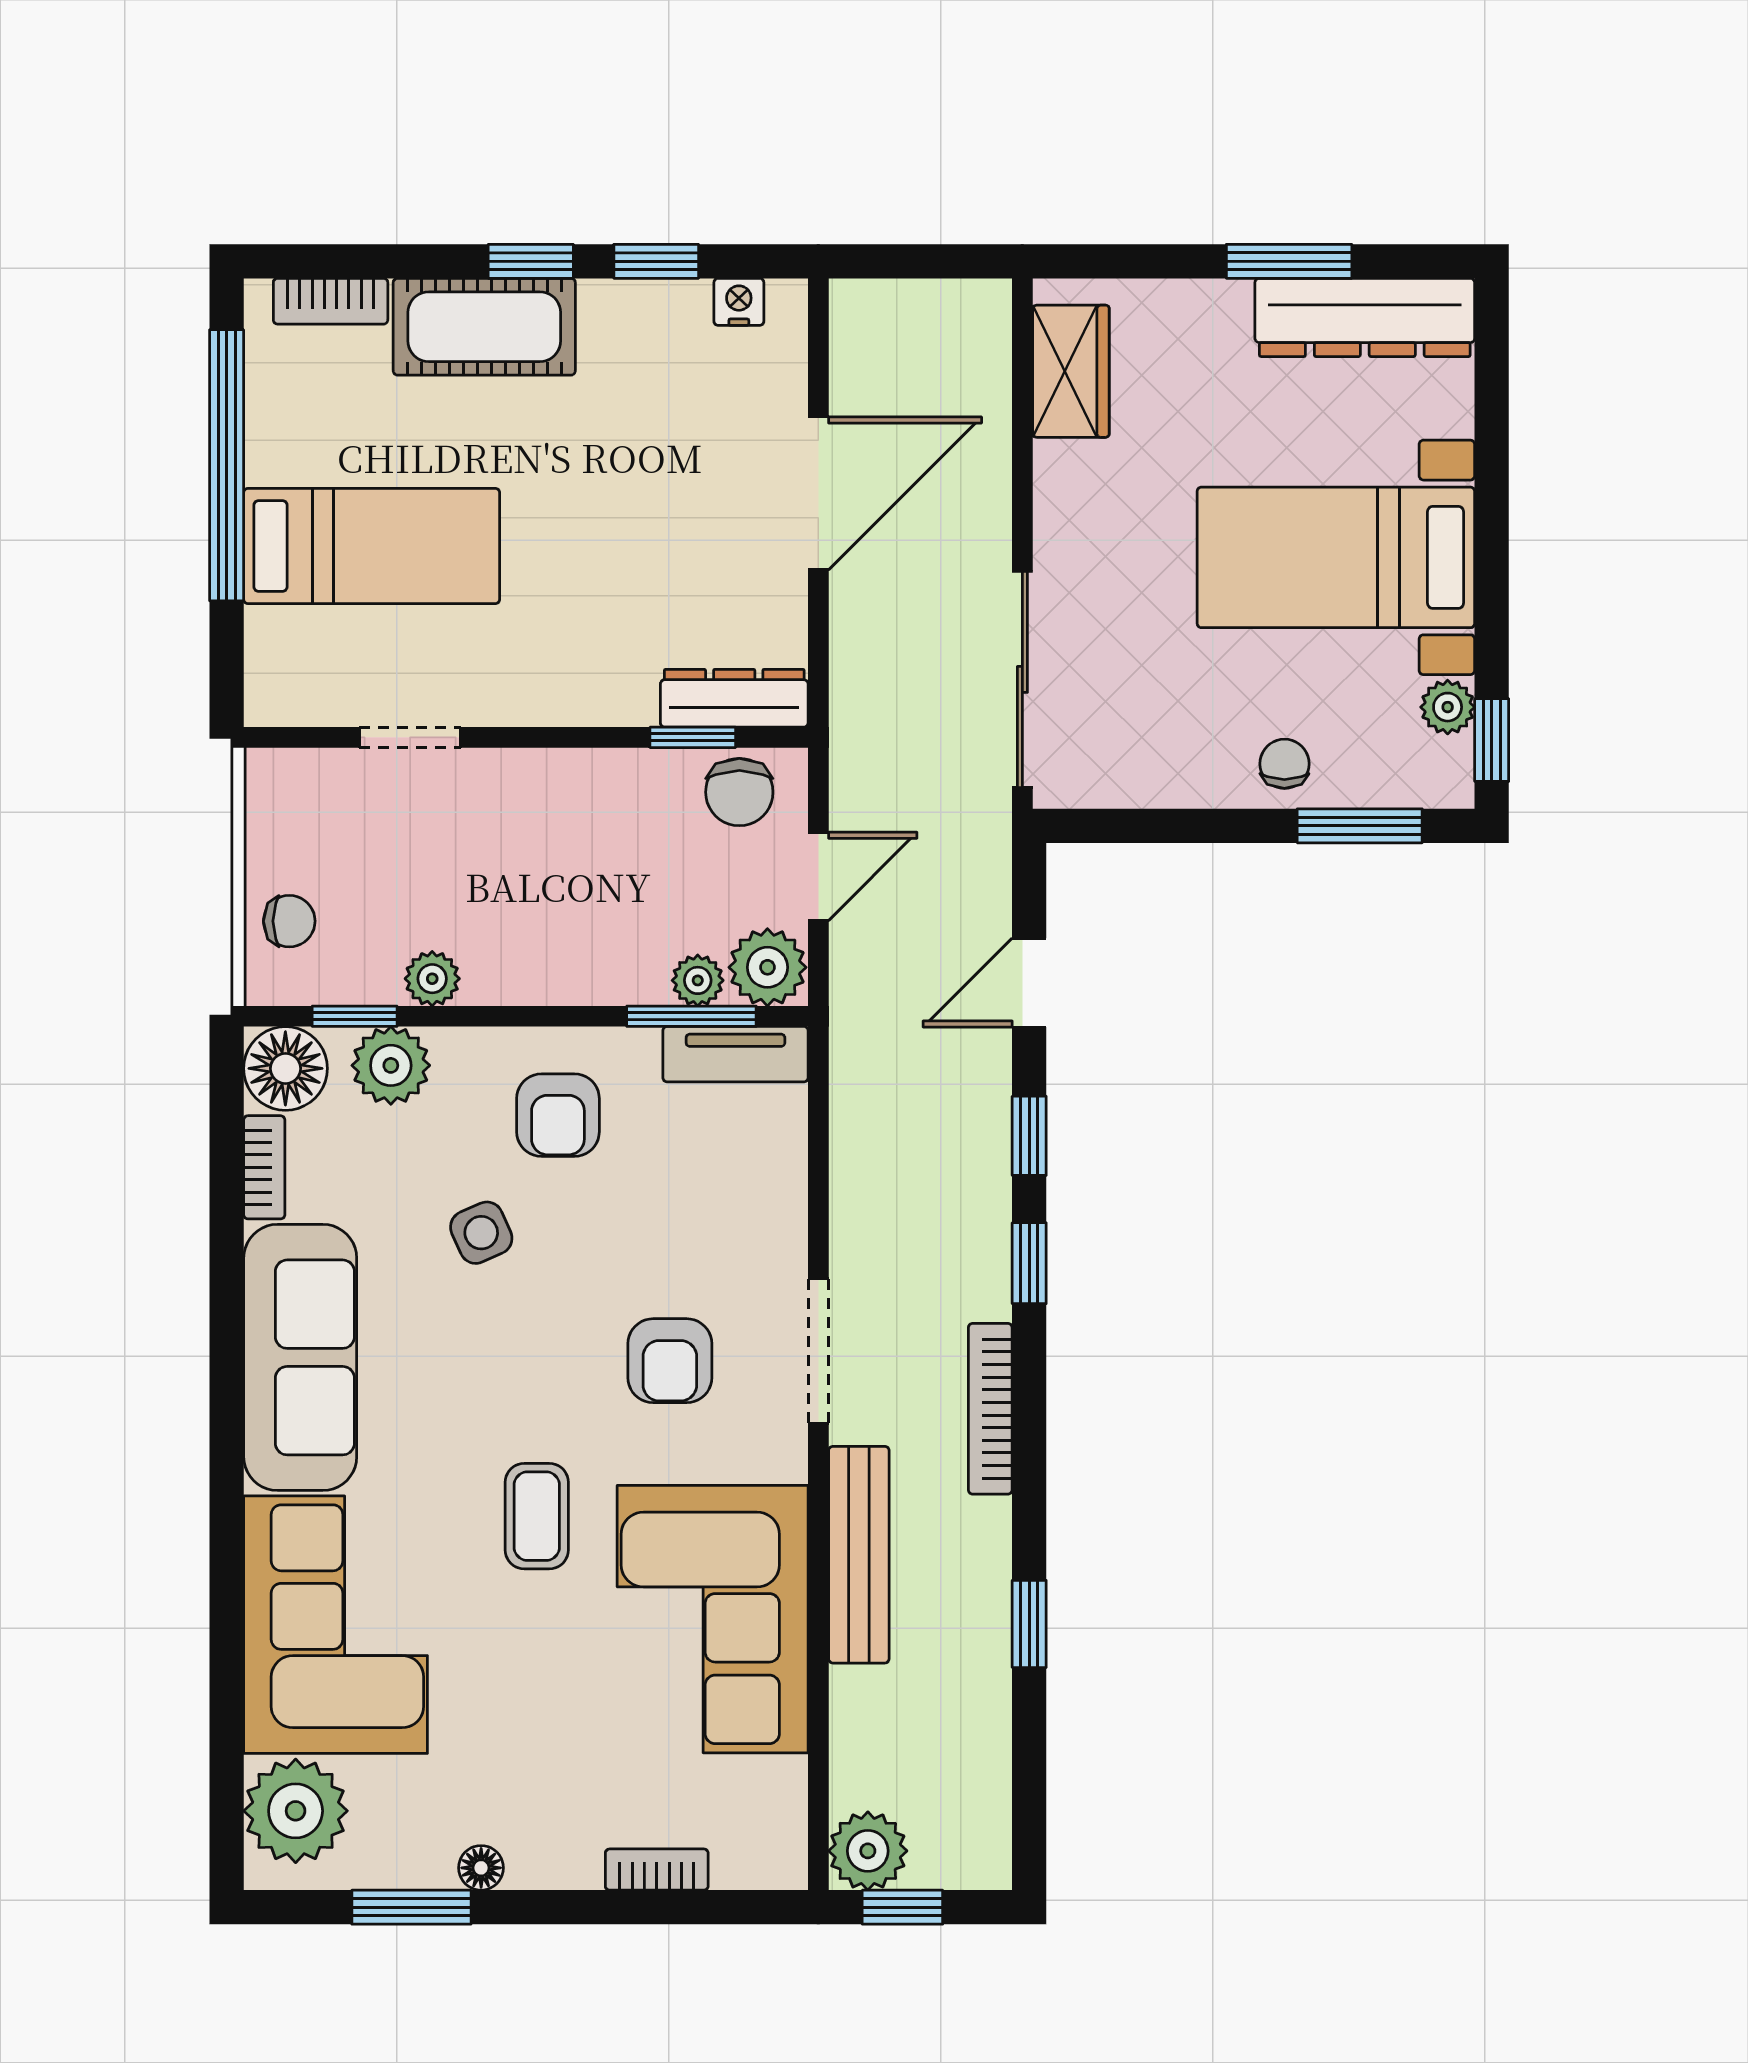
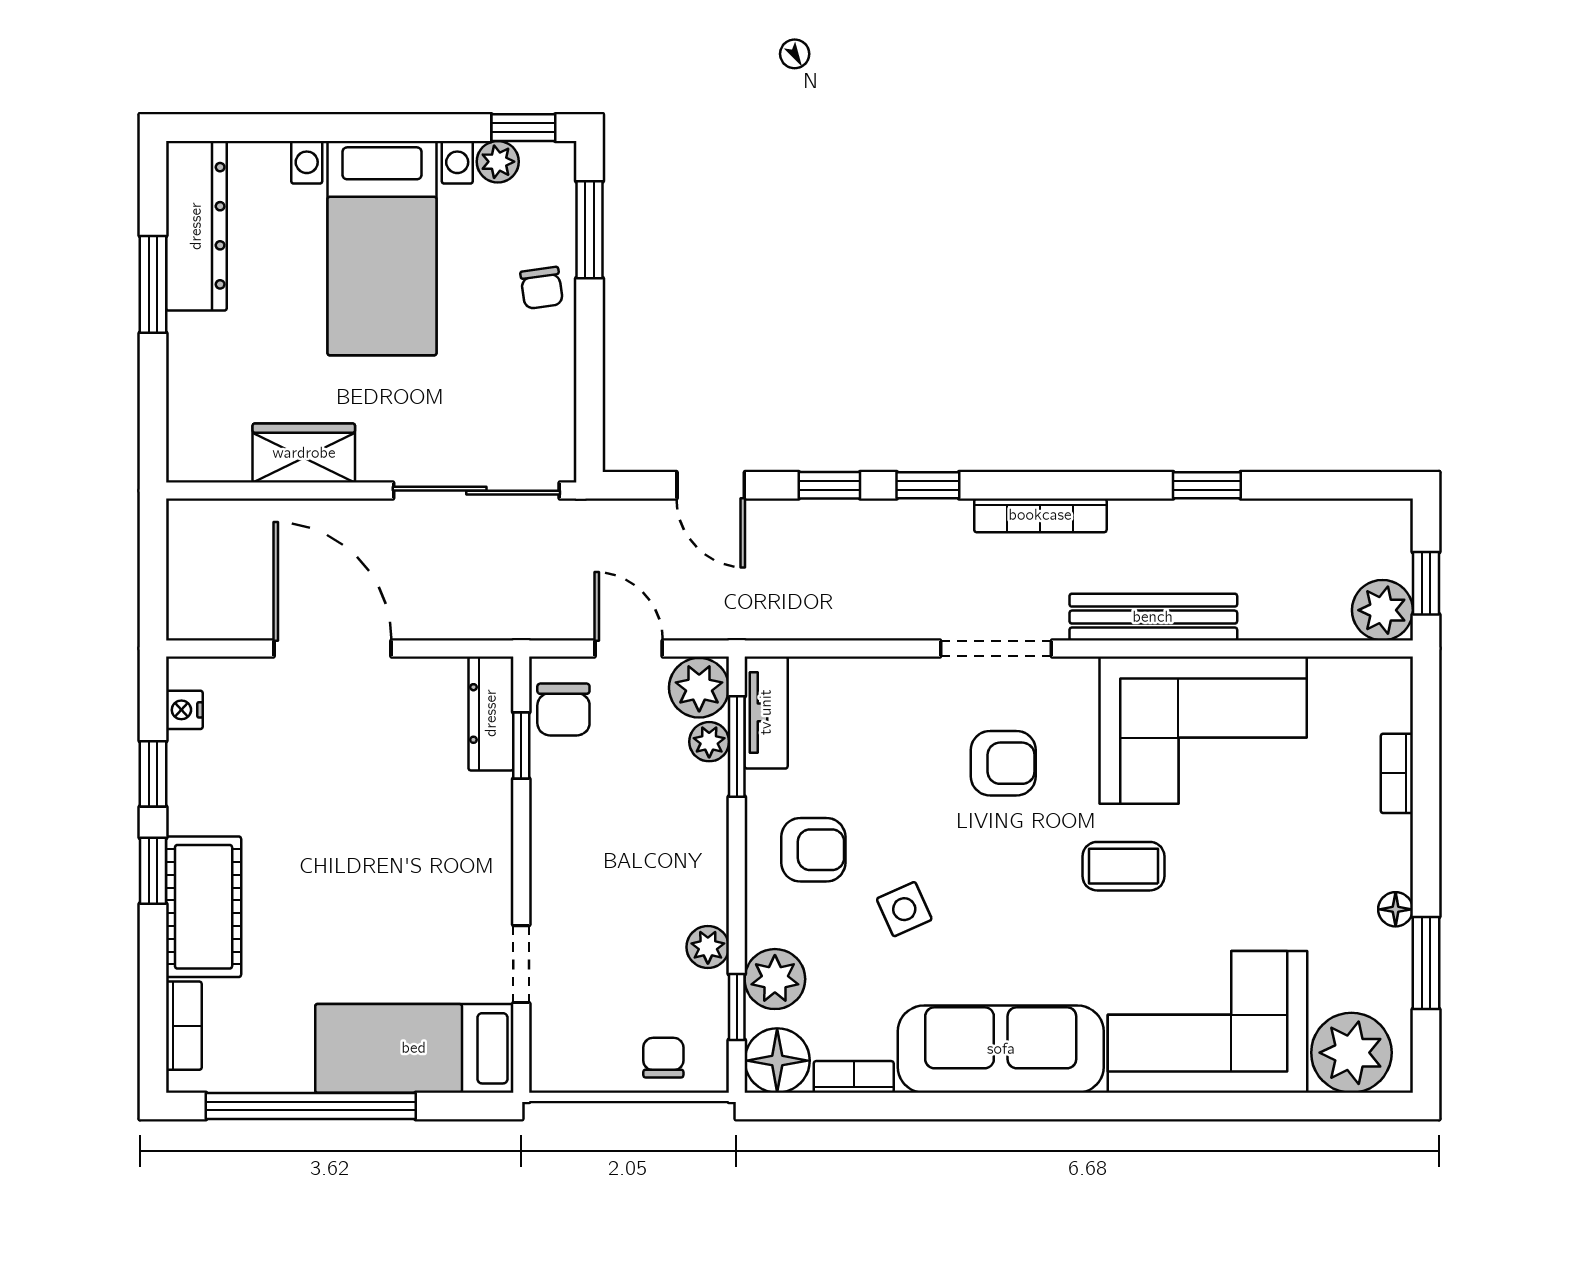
wardrobe: (1071, 371) -> (304, 453), moved
bed: (372, 546) -> (414, 1048), moved, turned -90
chair: (1284, 764) -> (542, 288), turned -98
chair: (739, 792) -> (563, 710), turned 90

